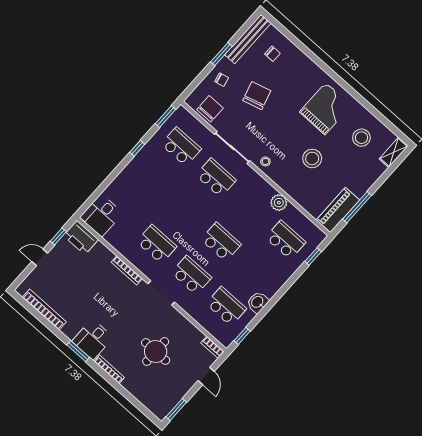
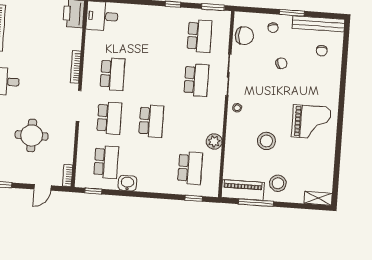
chair: (257, 96) -> (281, 63), width x0.54, depth x0.54
stool: (361, 138) -> (278, 183), moved

